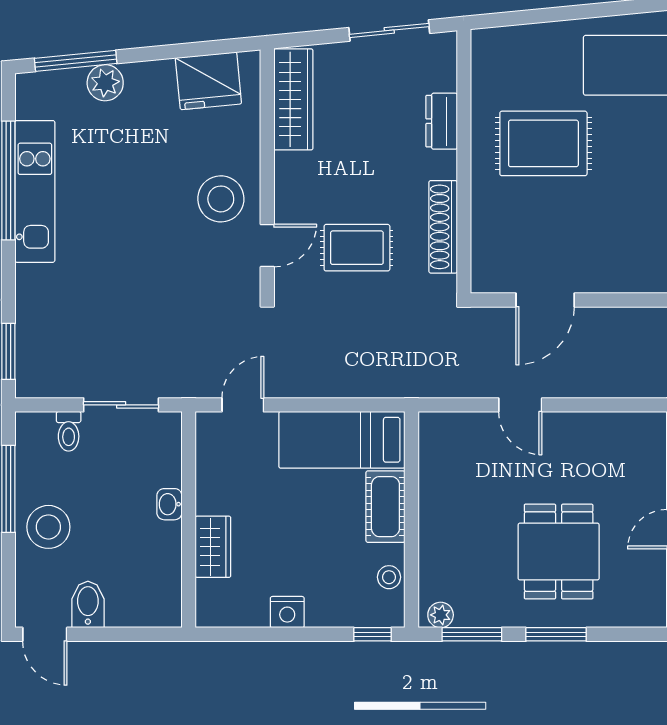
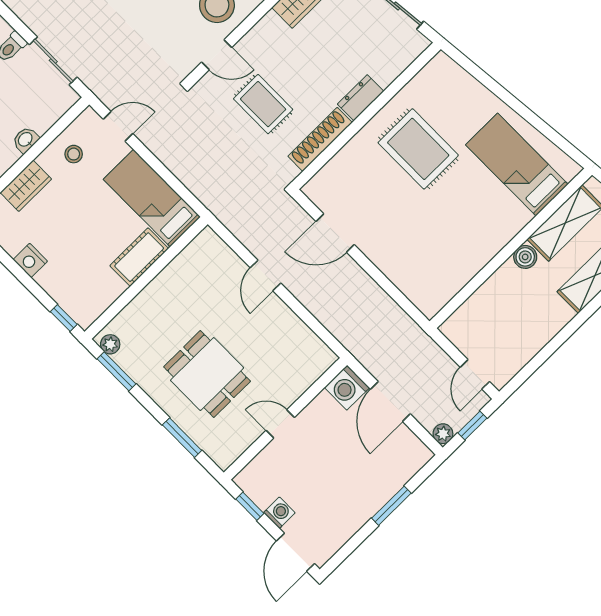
dresser: (442, 121) -> (361, 98), moved
dining table: (559, 552) -> (207, 374), turned 90
stool: (389, 577) -> (74, 154), moved
window: (556, 634) -> (182, 438), moved

